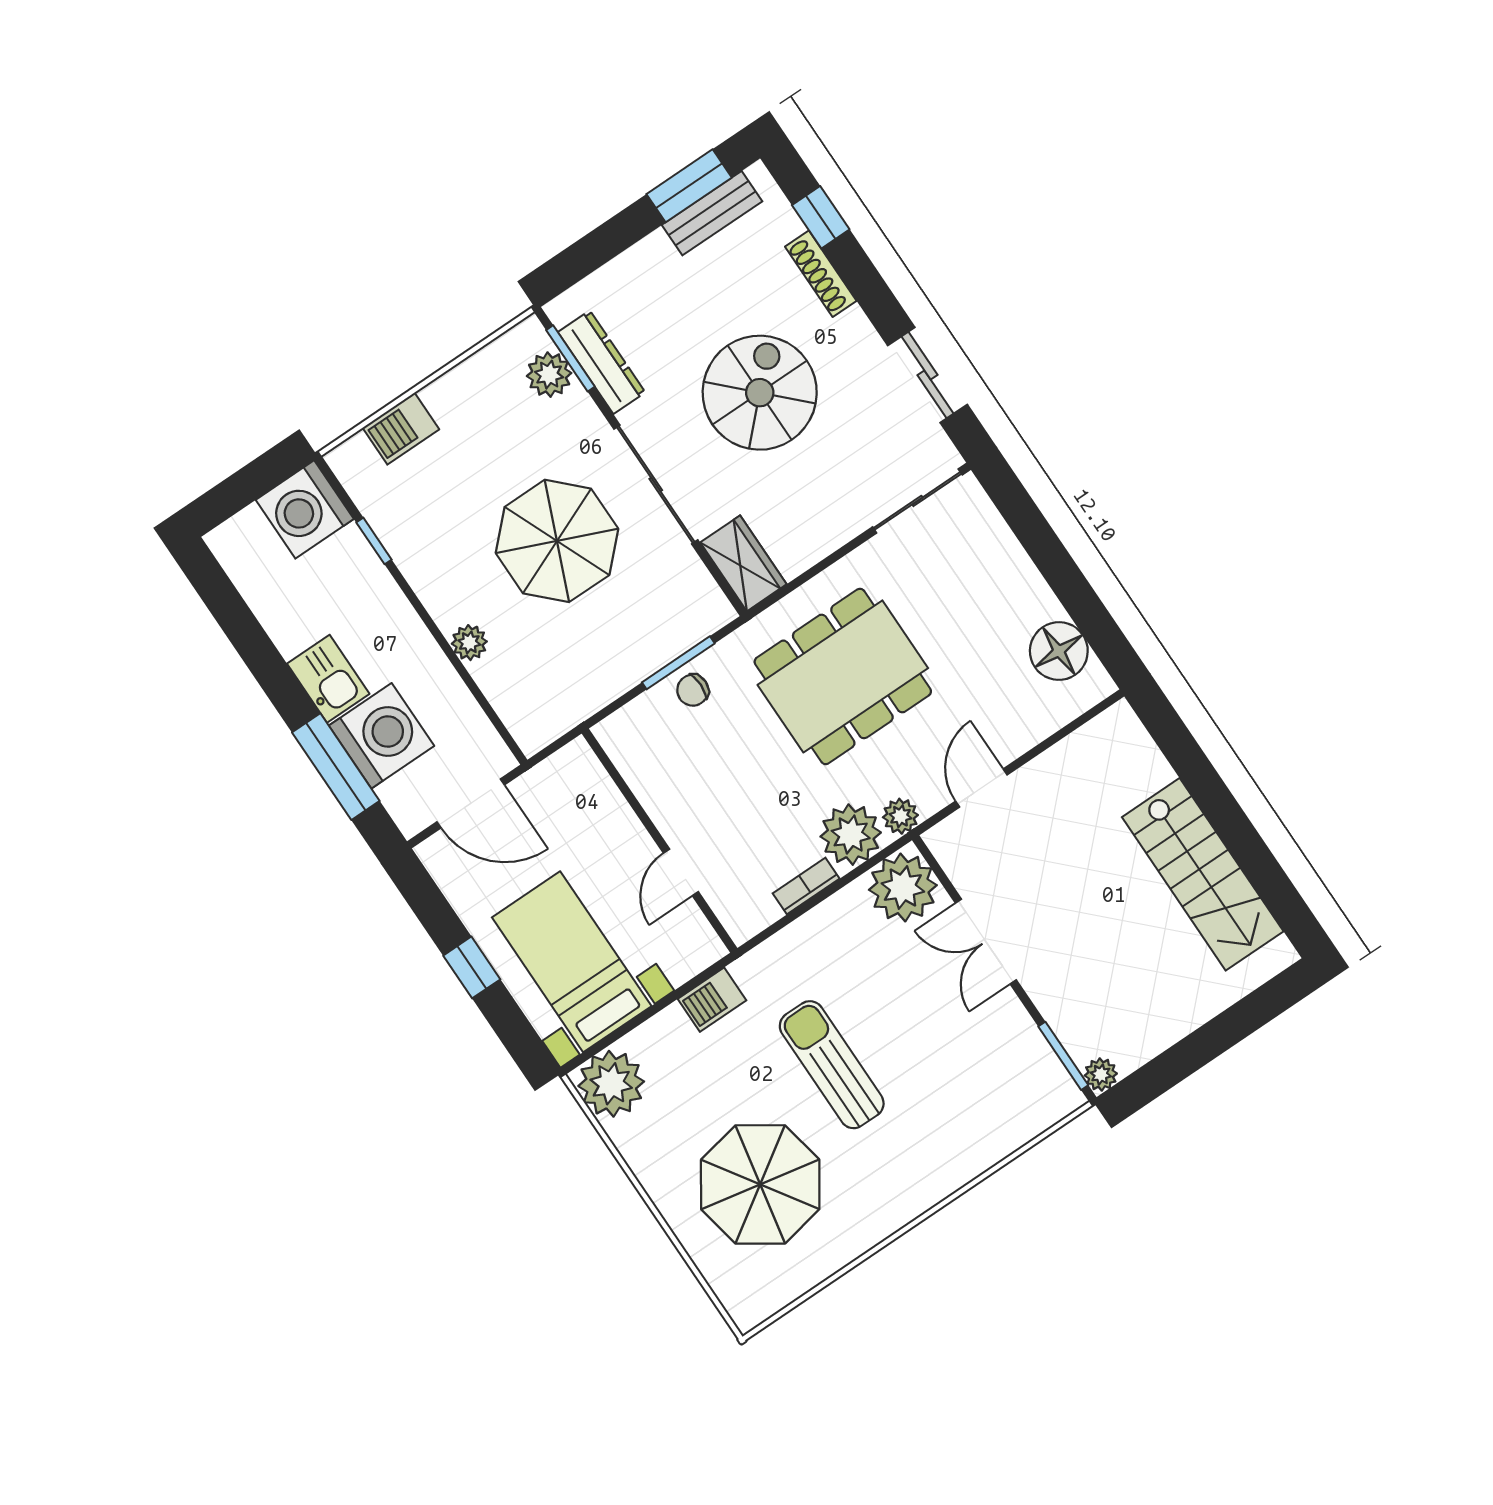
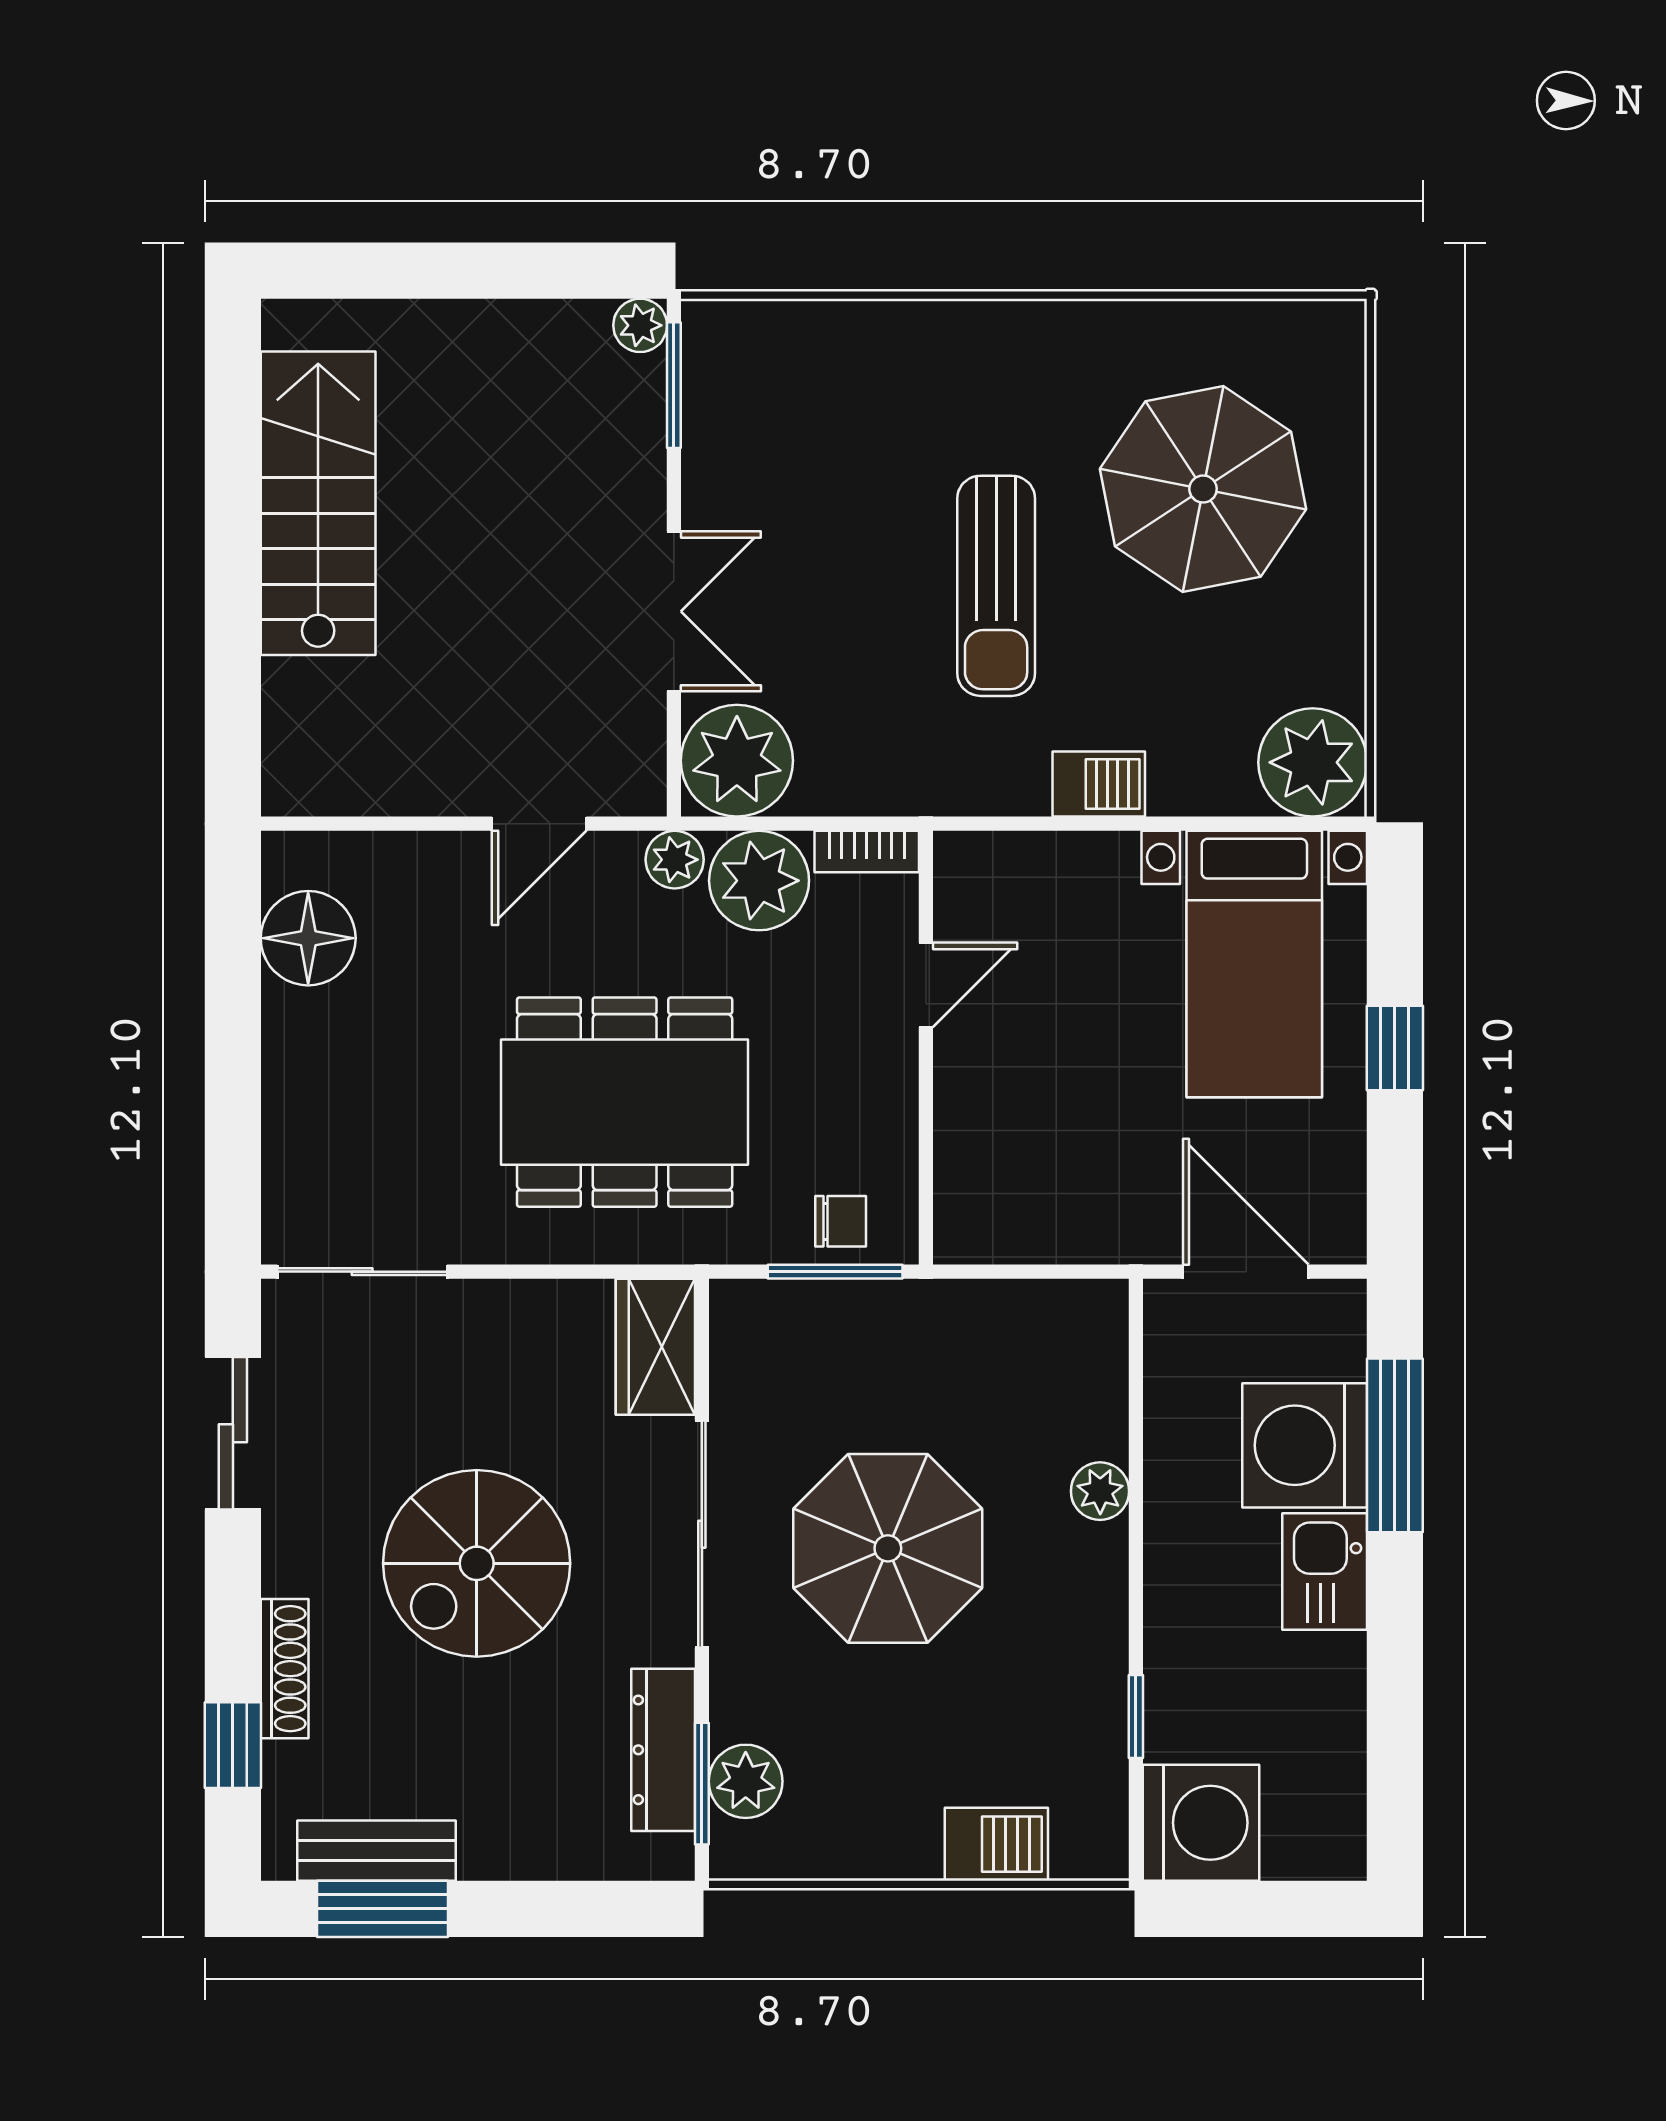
wall: (660, 841) -> (926, 1048), moved
door: (681, 872) -> (926, 985), moved

